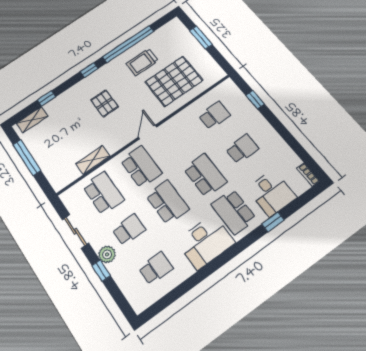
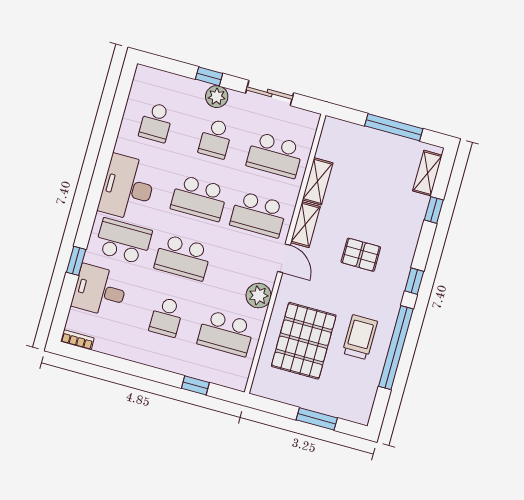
school desk: (214, 115) -> (226, 333), width x1.85
plant: (179, 122) -> (259, 296), added
shelving: (120, 141) -> (305, 225), added

